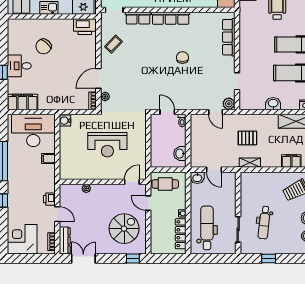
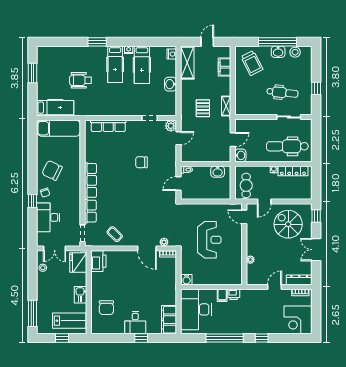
chair: (44, 46) -> (106, 308), moved, turned 49
chair: (182, 58) -> (141, 162), moved
printer: (49, 199) -> (234, 294), moved
double door: (83, 258) -> (316, 250), moved

